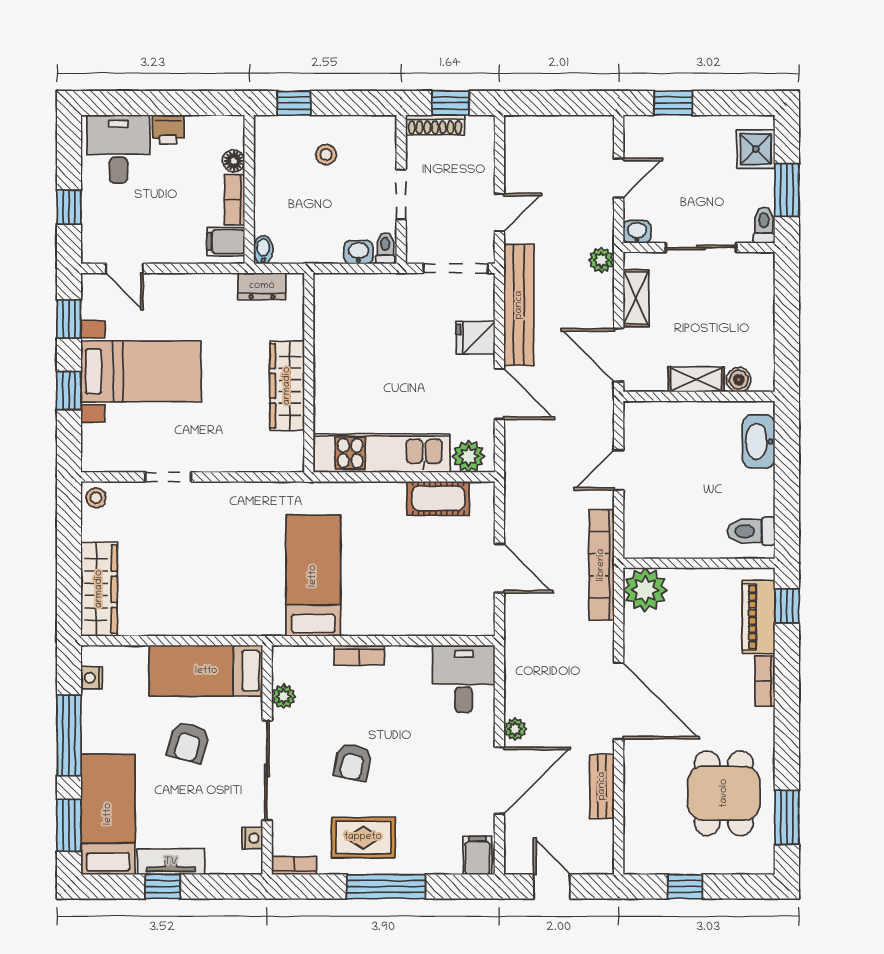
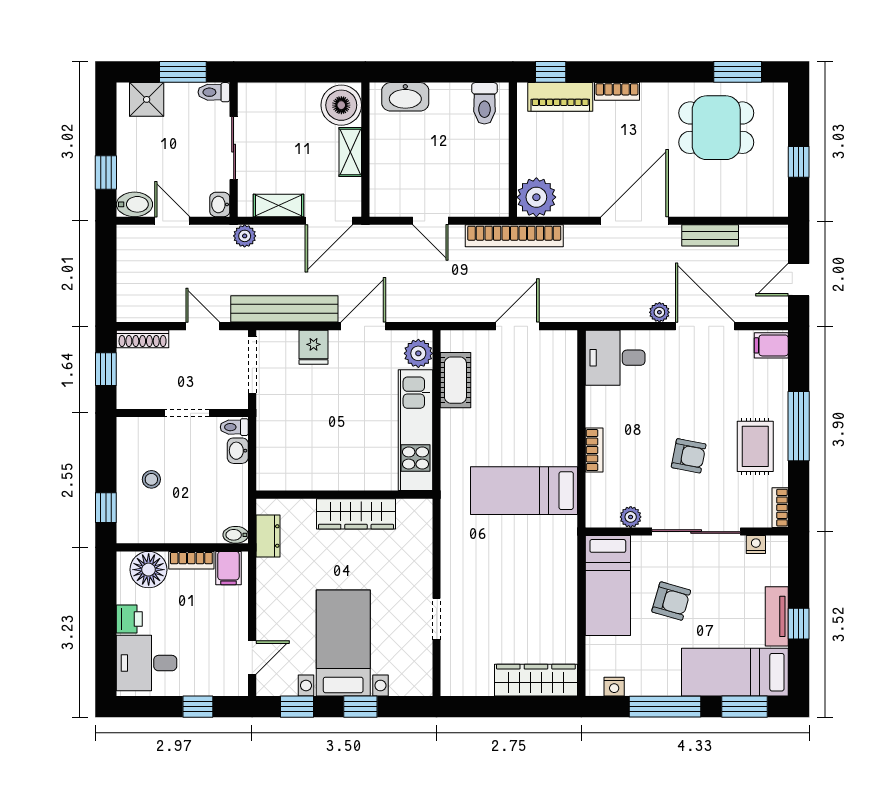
shoe rack: (435, 125) -> (143, 339), moved, turned 90
bidet: (637, 135) -> (134, 204), added
floor lamp: (234, 161) -> (149, 570), width x1.89, depth x1.89
boiler: (739, 380) -> (341, 105), width x1.86, depth x1.86
stool: (96, 498) -> (455, 683), removed

